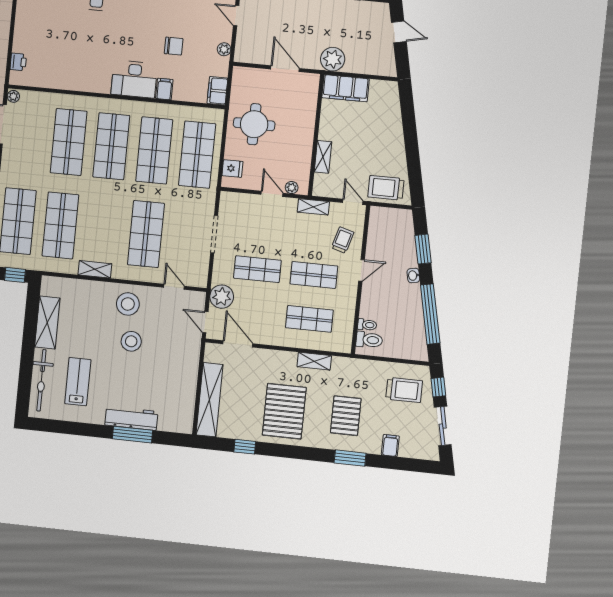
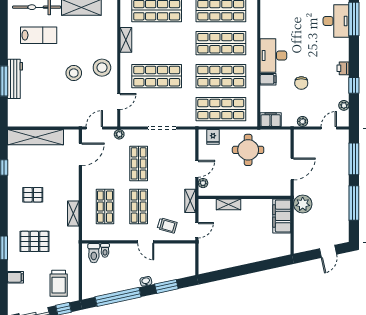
trolley: (386, 188) -> (210, 254), removed
plant: (222, 297) -> (119, 134), width x0.53, depth x0.53
pallet: (284, 411) -> (33, 195), width x0.49, depth x0.50

